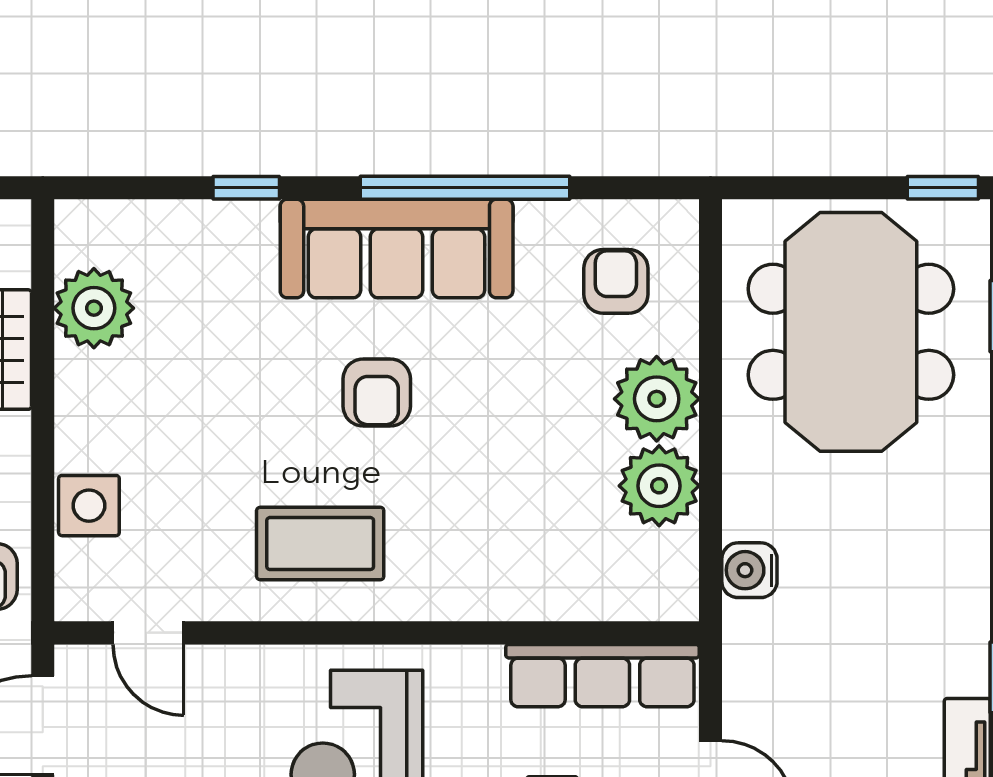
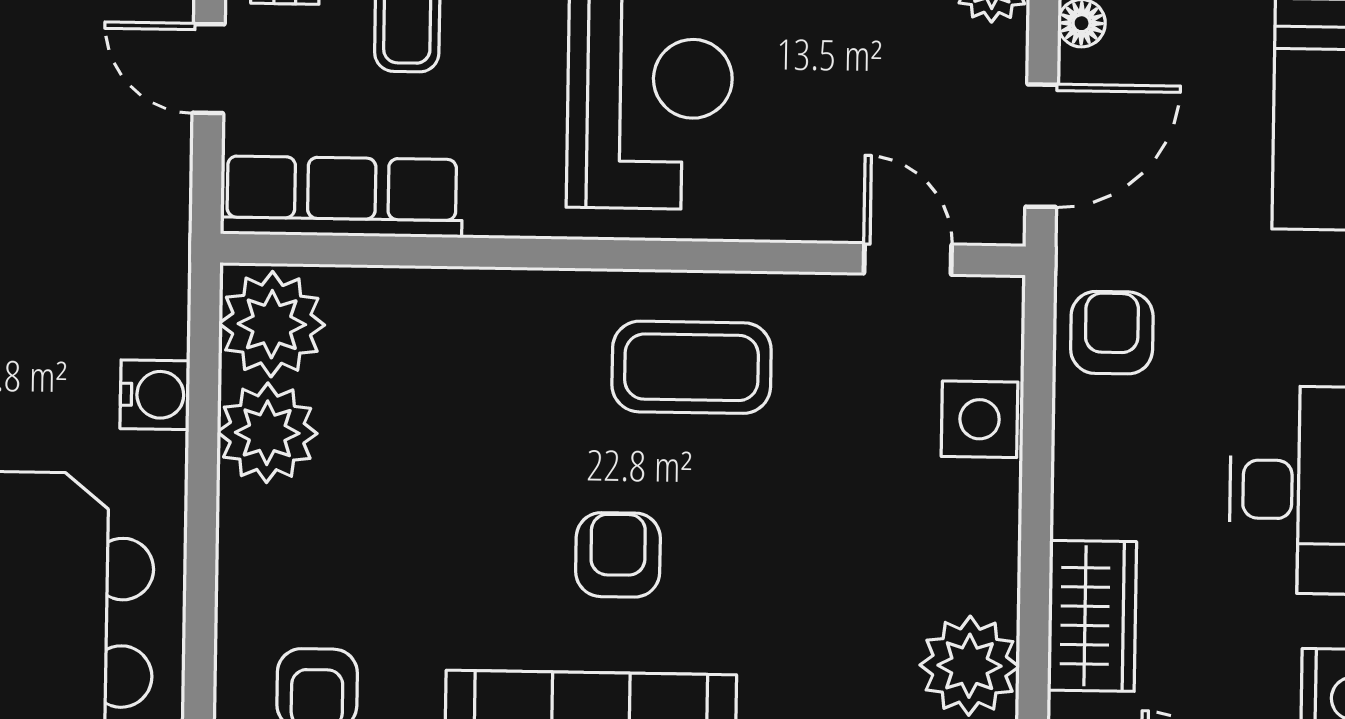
plant: (657, 399) -> (272, 324), moved
water cooler: (749, 570) -> (155, 395), moved

